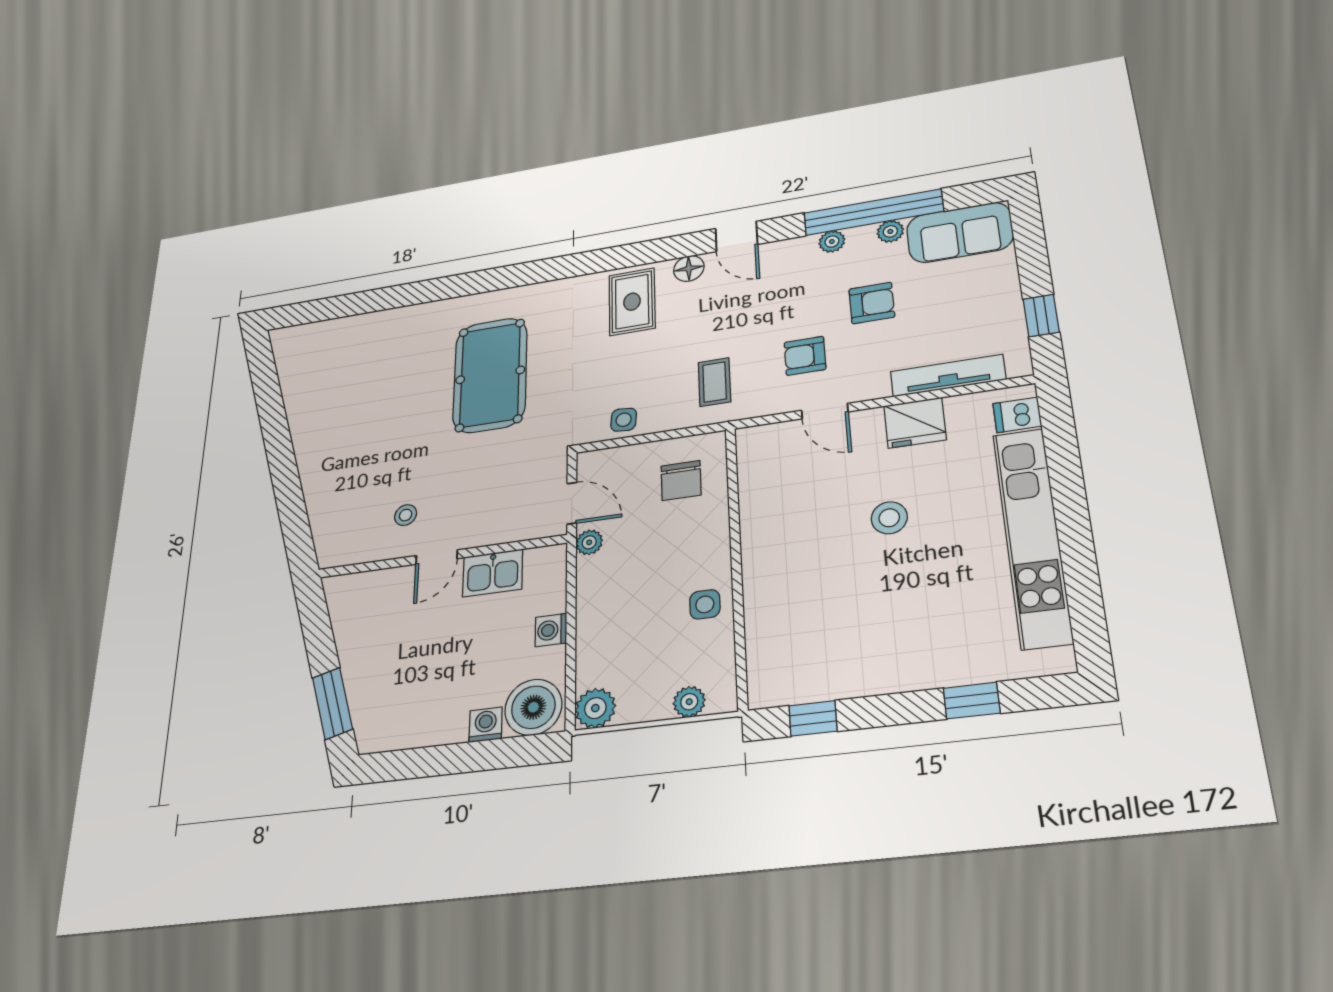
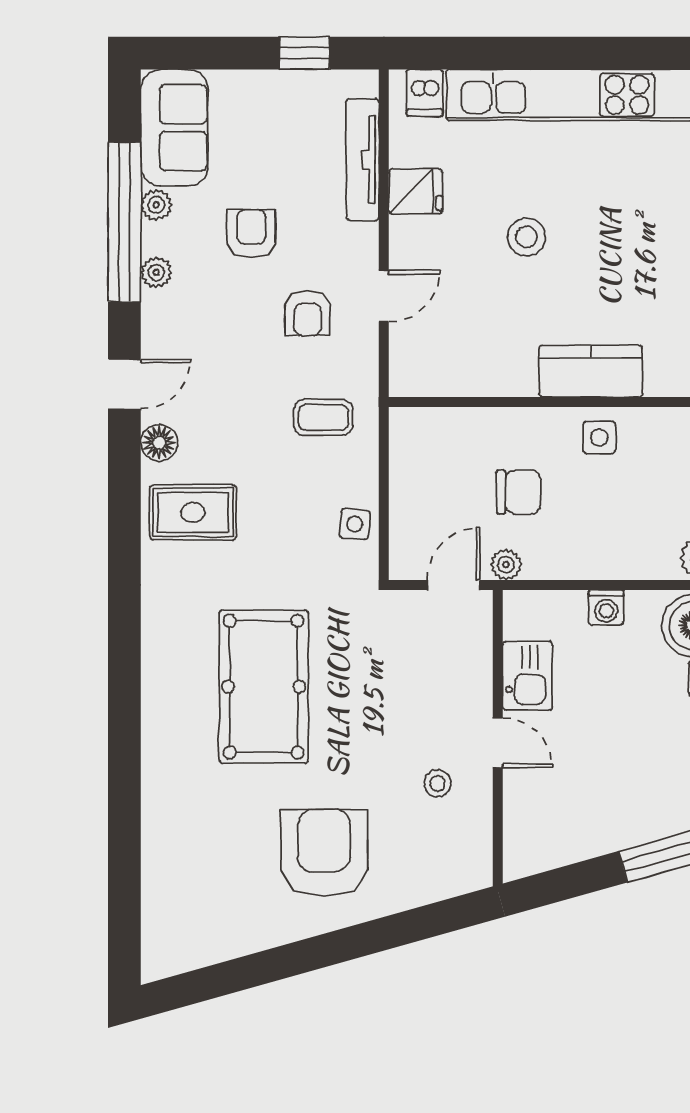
pool table: (490, 375) -> (264, 687), turned 90
fridge: (915, 423) -> (416, 191), width x0.72
armchair: (356, 439) -> (324, 853), added
chair: (681, 481) -> (519, 492), moved
kitchen counter: (766, 589) -> (591, 371), added

